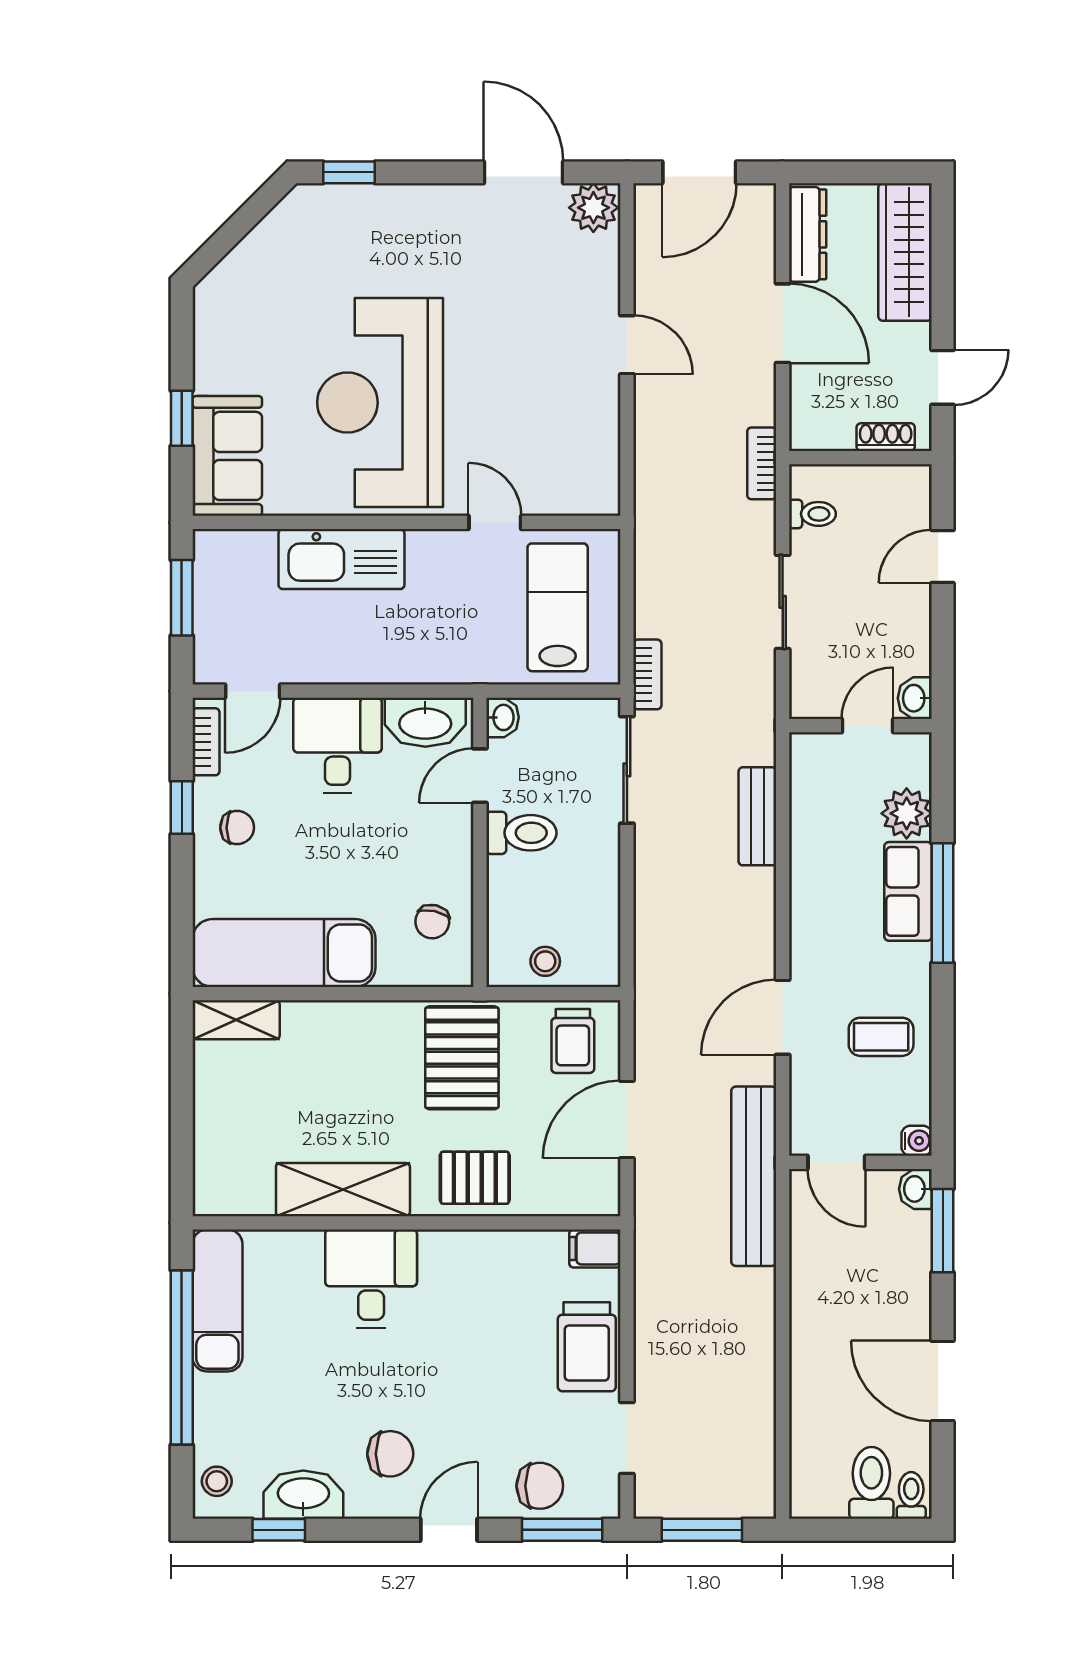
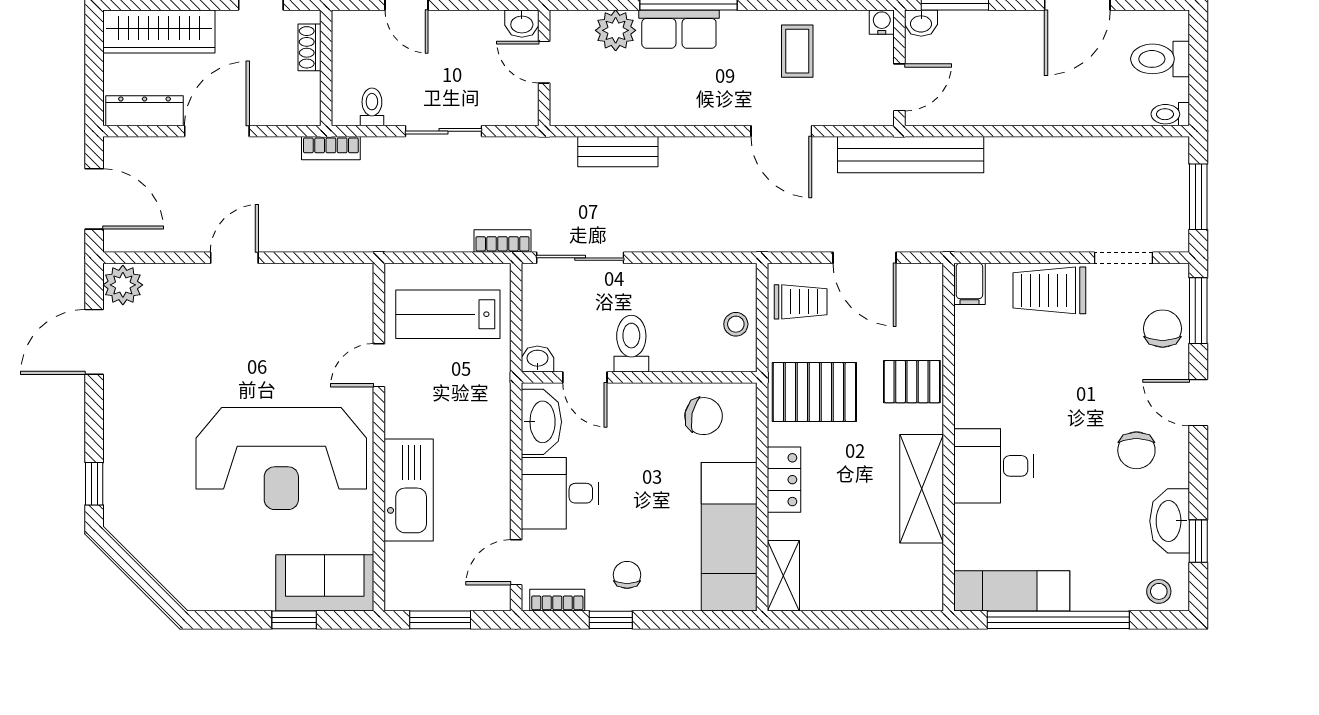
door: (253, 691) -> (516, 562), swing flipped
chair: (432, 922) -> (704, 416), width x1.37, depth x1.37
locker: (354, 1021) -> (784, 480), added
pallet: (475, 1178) -> (912, 382), turned 90
trolley: (587, 1347) -> (1049, 290), turned 180
chair: (390, 1454) -> (1136, 450), turned 180
toilet: (911, 1495) -> (1170, 114), moved

